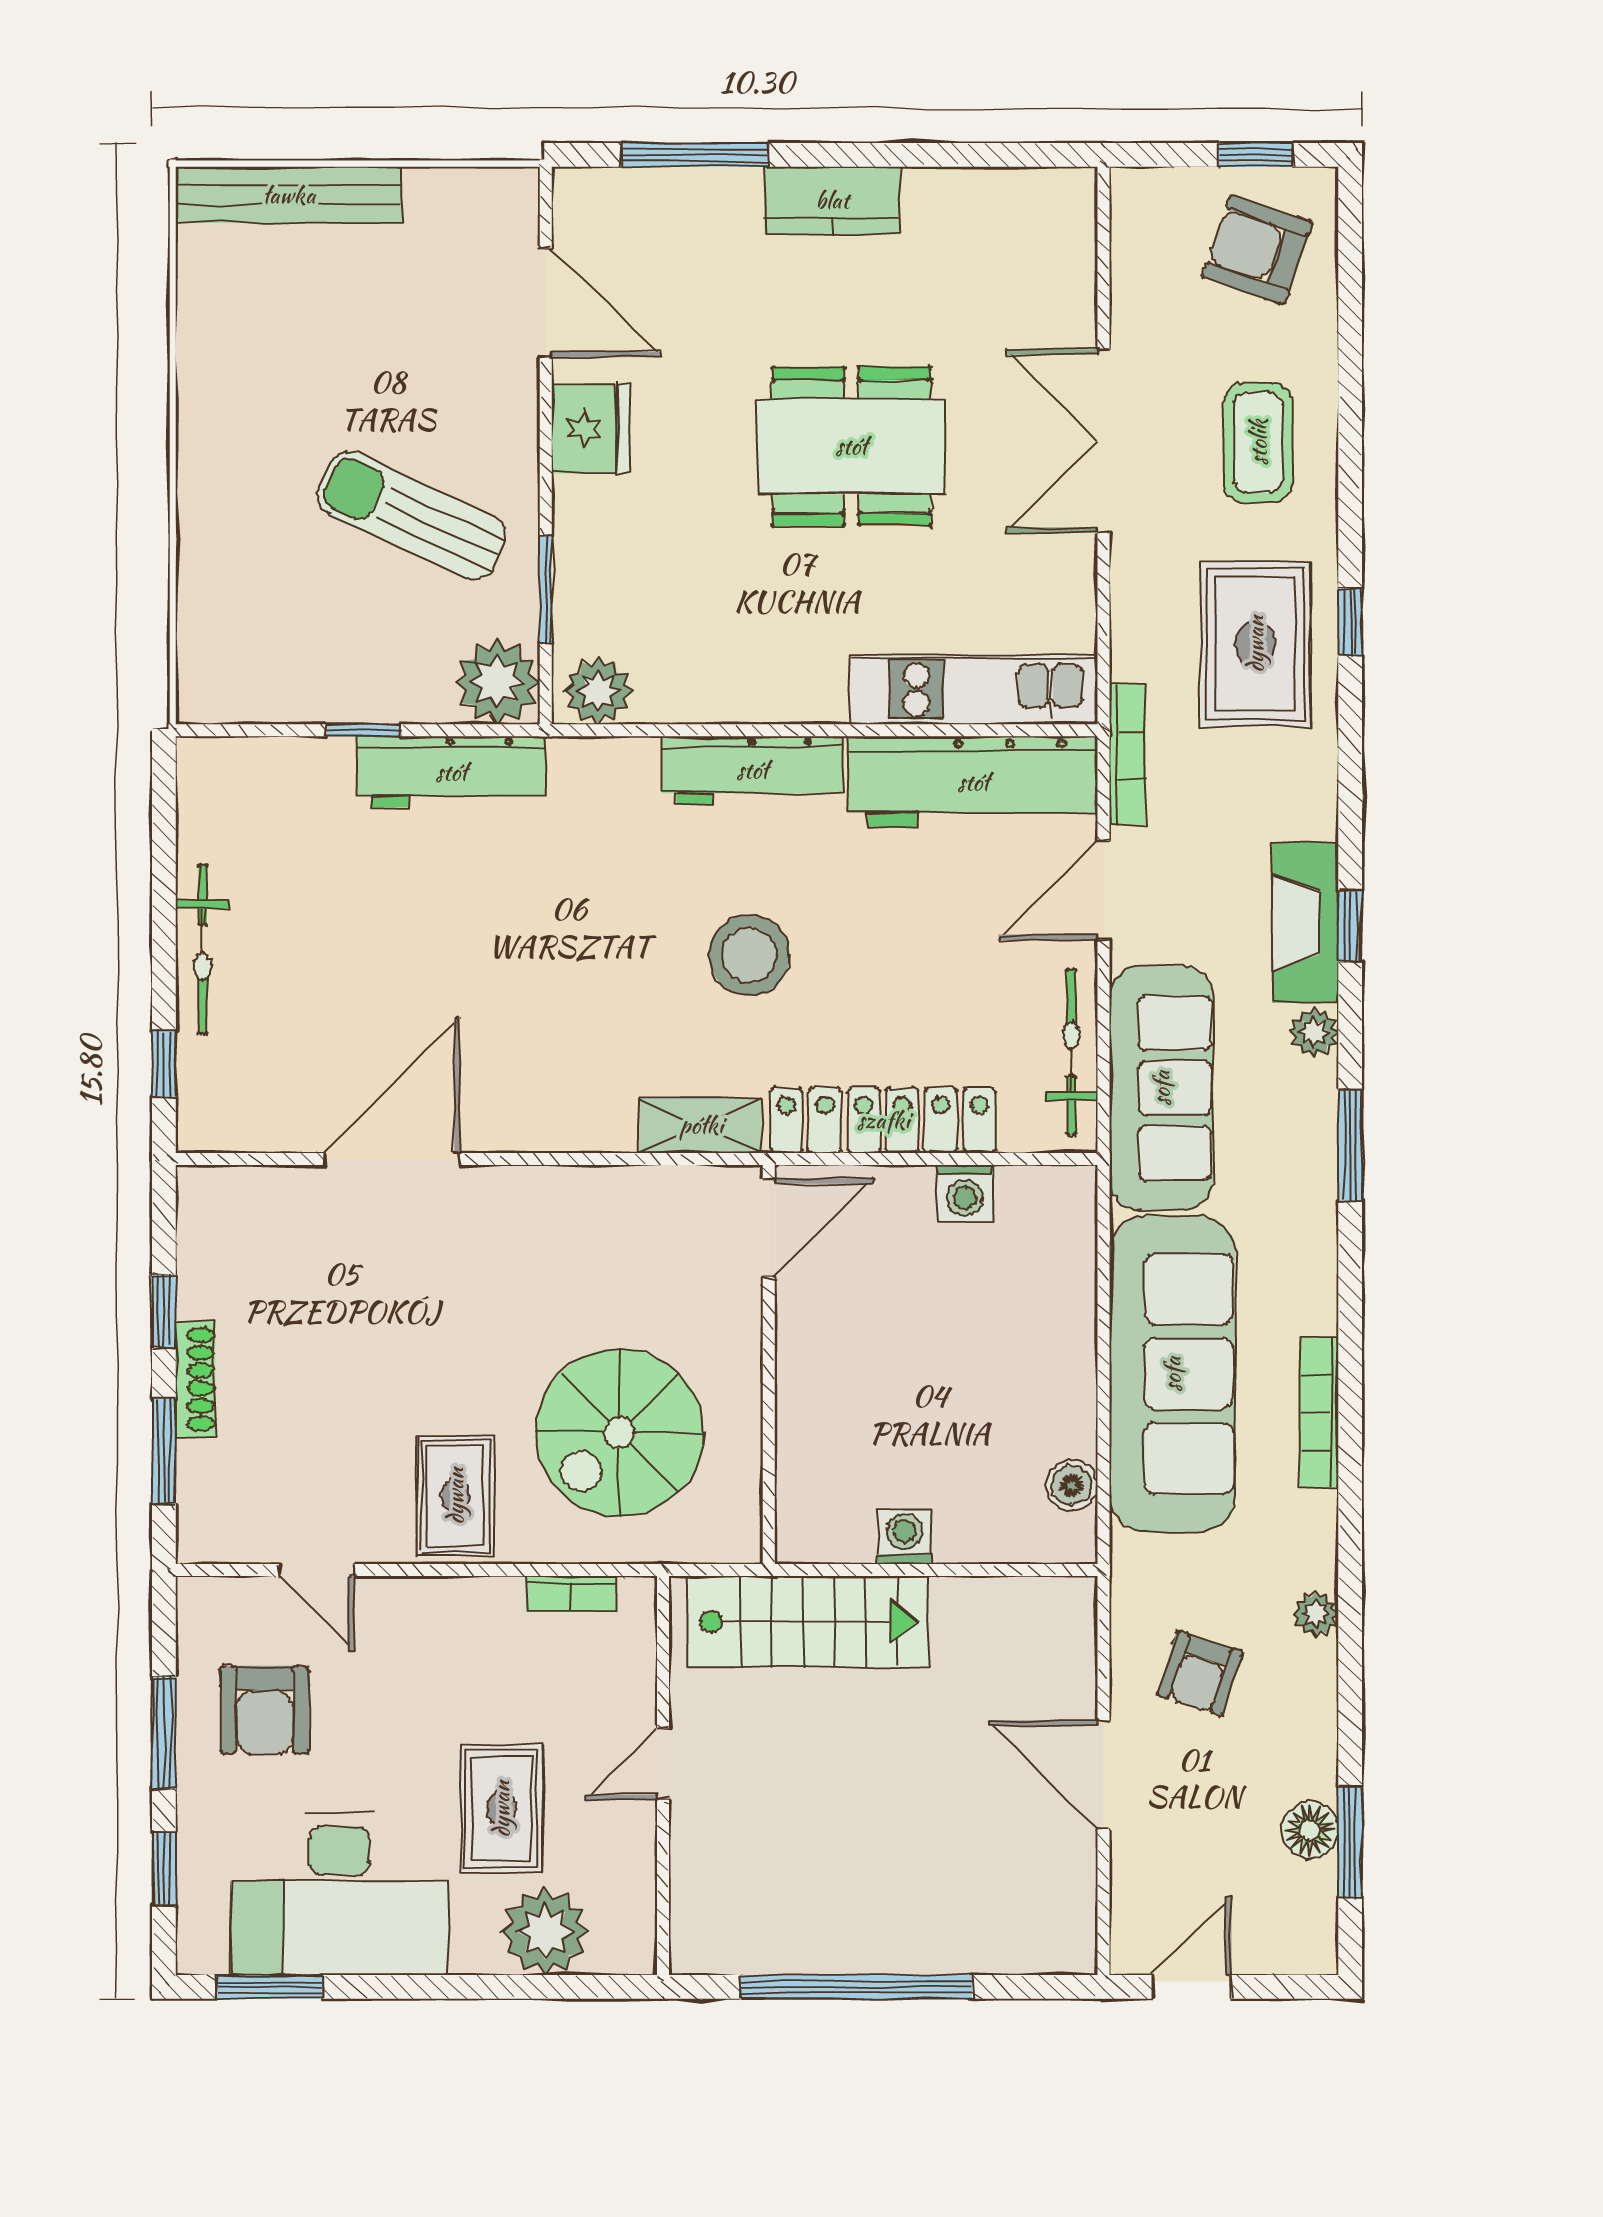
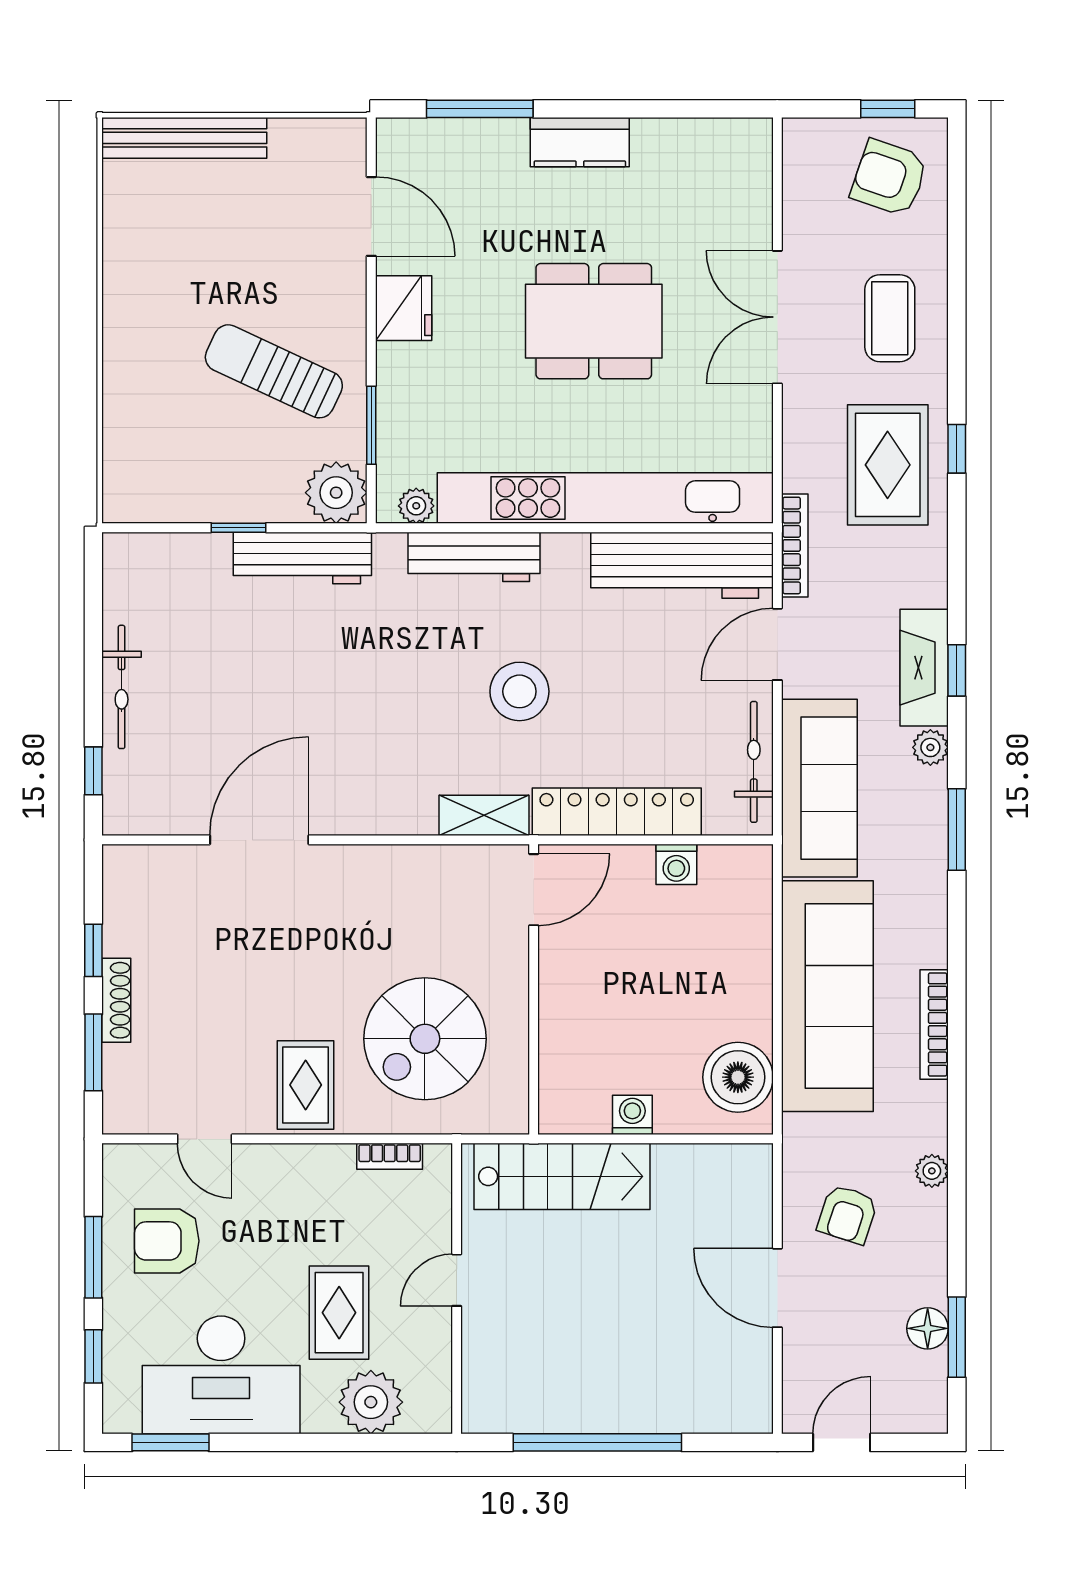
kitchen unit: (974, 689) -> (605, 498), width x1.86
plant: (598, 691) -> (416, 506), width x0.73, depth x0.73
workbench: (752, 770) -> (474, 557), moved
boiler: (1072, 1485) -> (738, 1077), width x1.86, depth x1.86
armchair: (265, 1710) -> (167, 1241), turned 90

